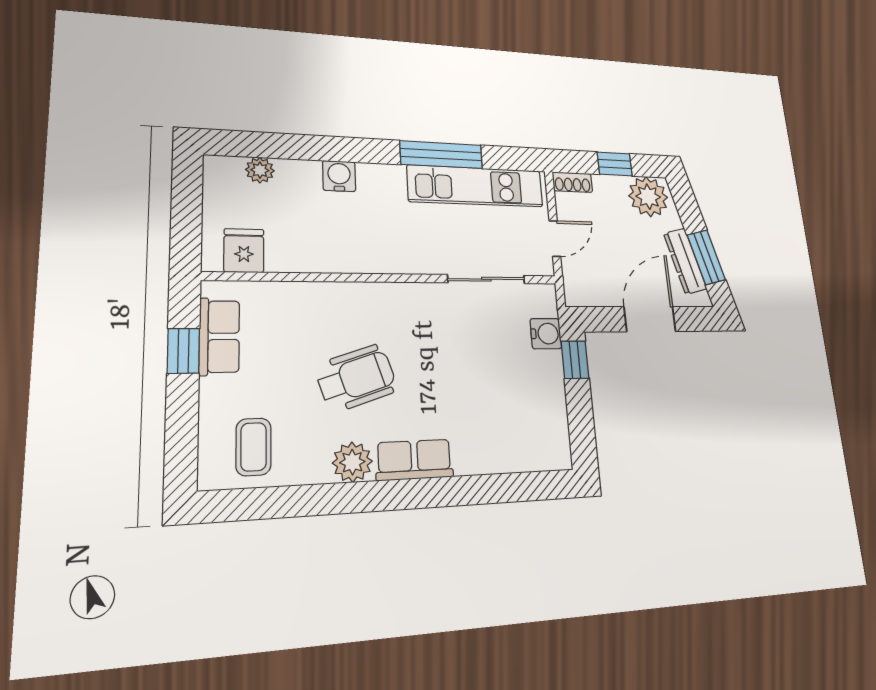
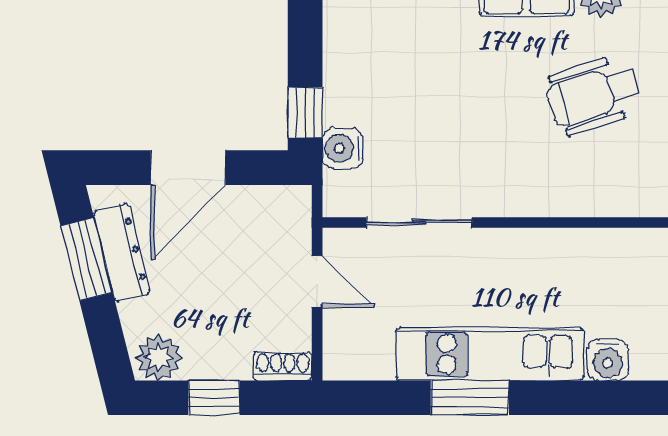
window: (441, 155) -> (470, 398), width x0.69
kitchen unit: (476, 186) -> (490, 354), moved
plant: (648, 197) -> (159, 358), width x0.73, depth x0.73
door: (555, 239) -> (317, 282), swing flipped

